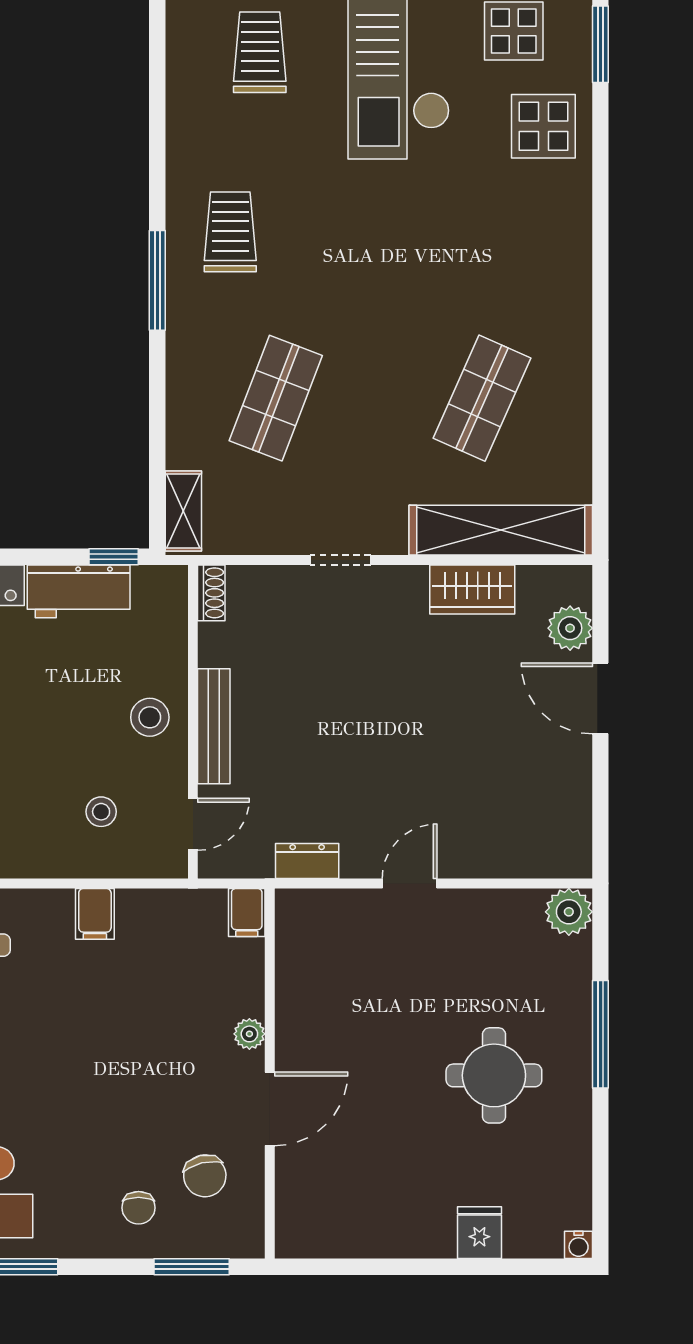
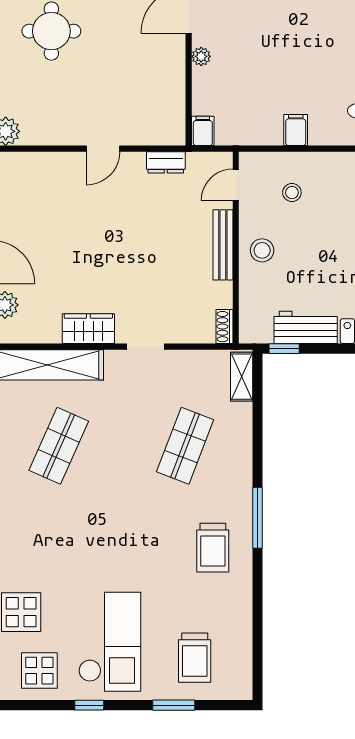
wardrobe: (472, 589) -> (88, 329), moved

